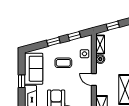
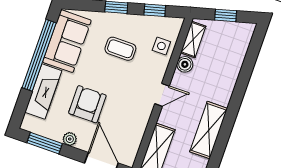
door: (94, 80) -> (162, 95), swing flipped
window: (22, 81) -> (39, 55), width x3.17

